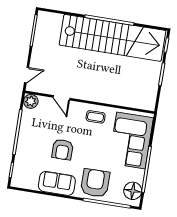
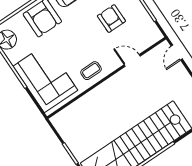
plant: (31, 101) -> (154, 35), removed
armchair: (62, 150) -> (111, 19), moved

